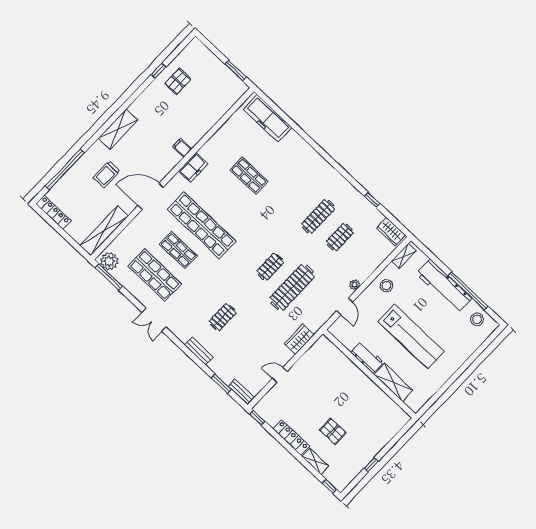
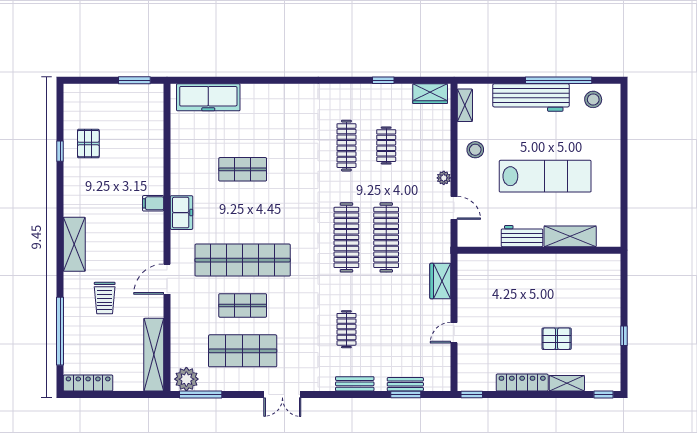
door: (151, 196) -> (167, 279), width x0.73
clothes rail: (270, 267) -> (346, 237), width x1.86, depth x1.31
bench: (241, 392) -> (405, 384), moved

